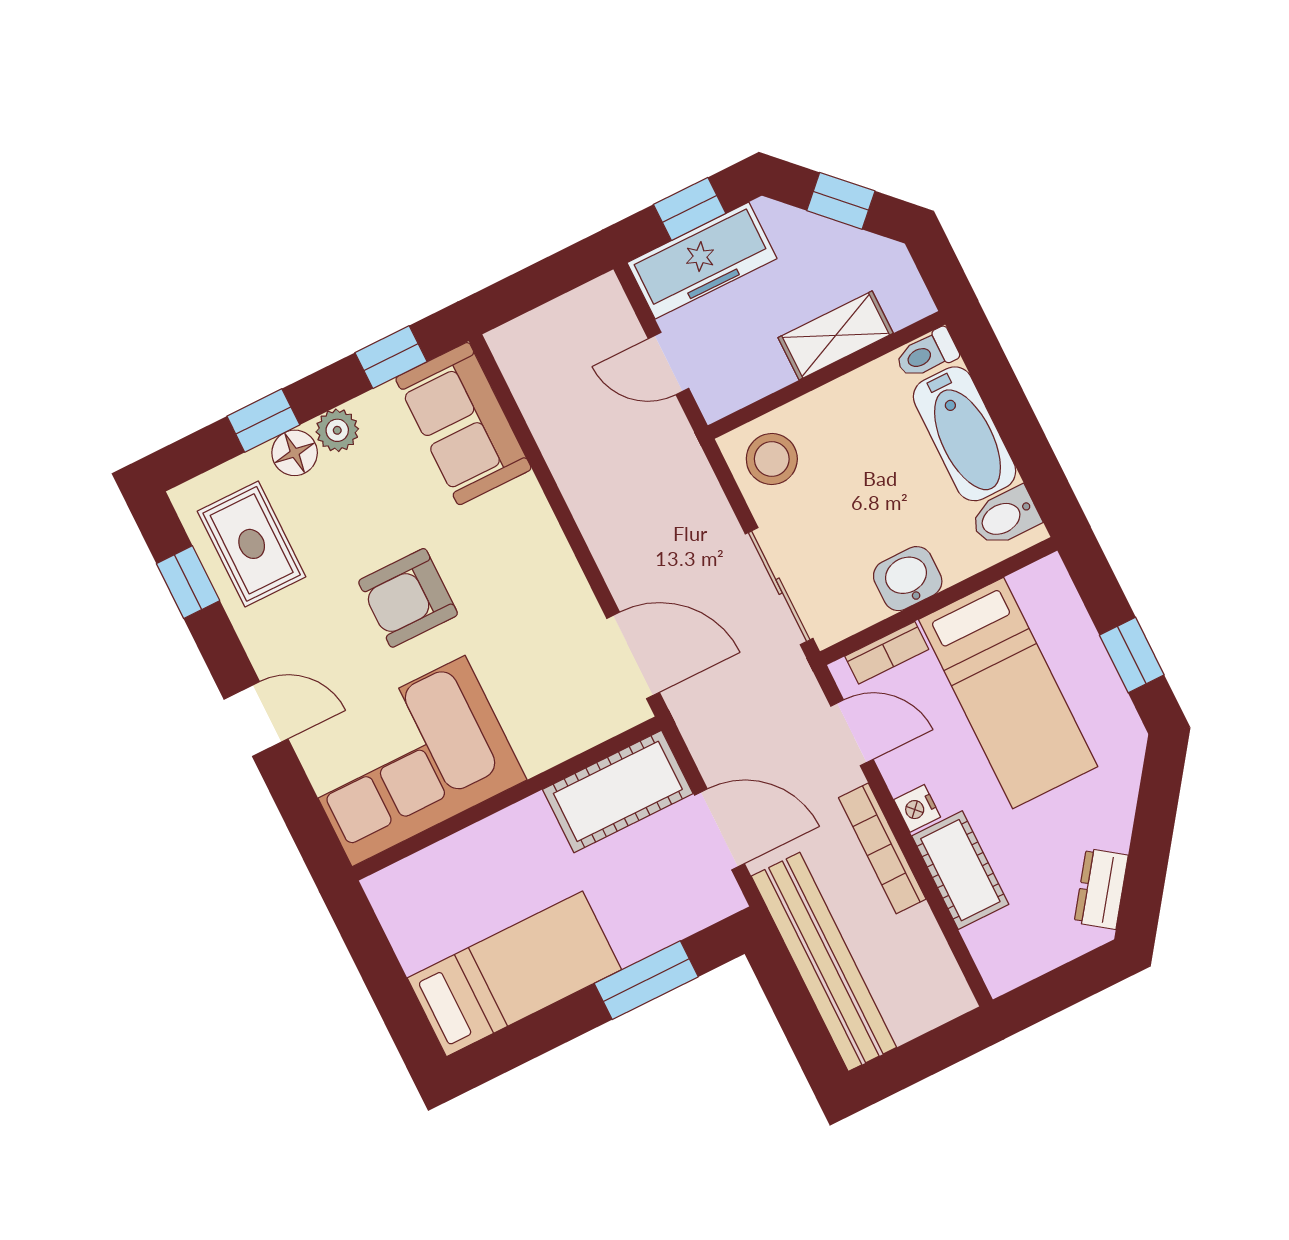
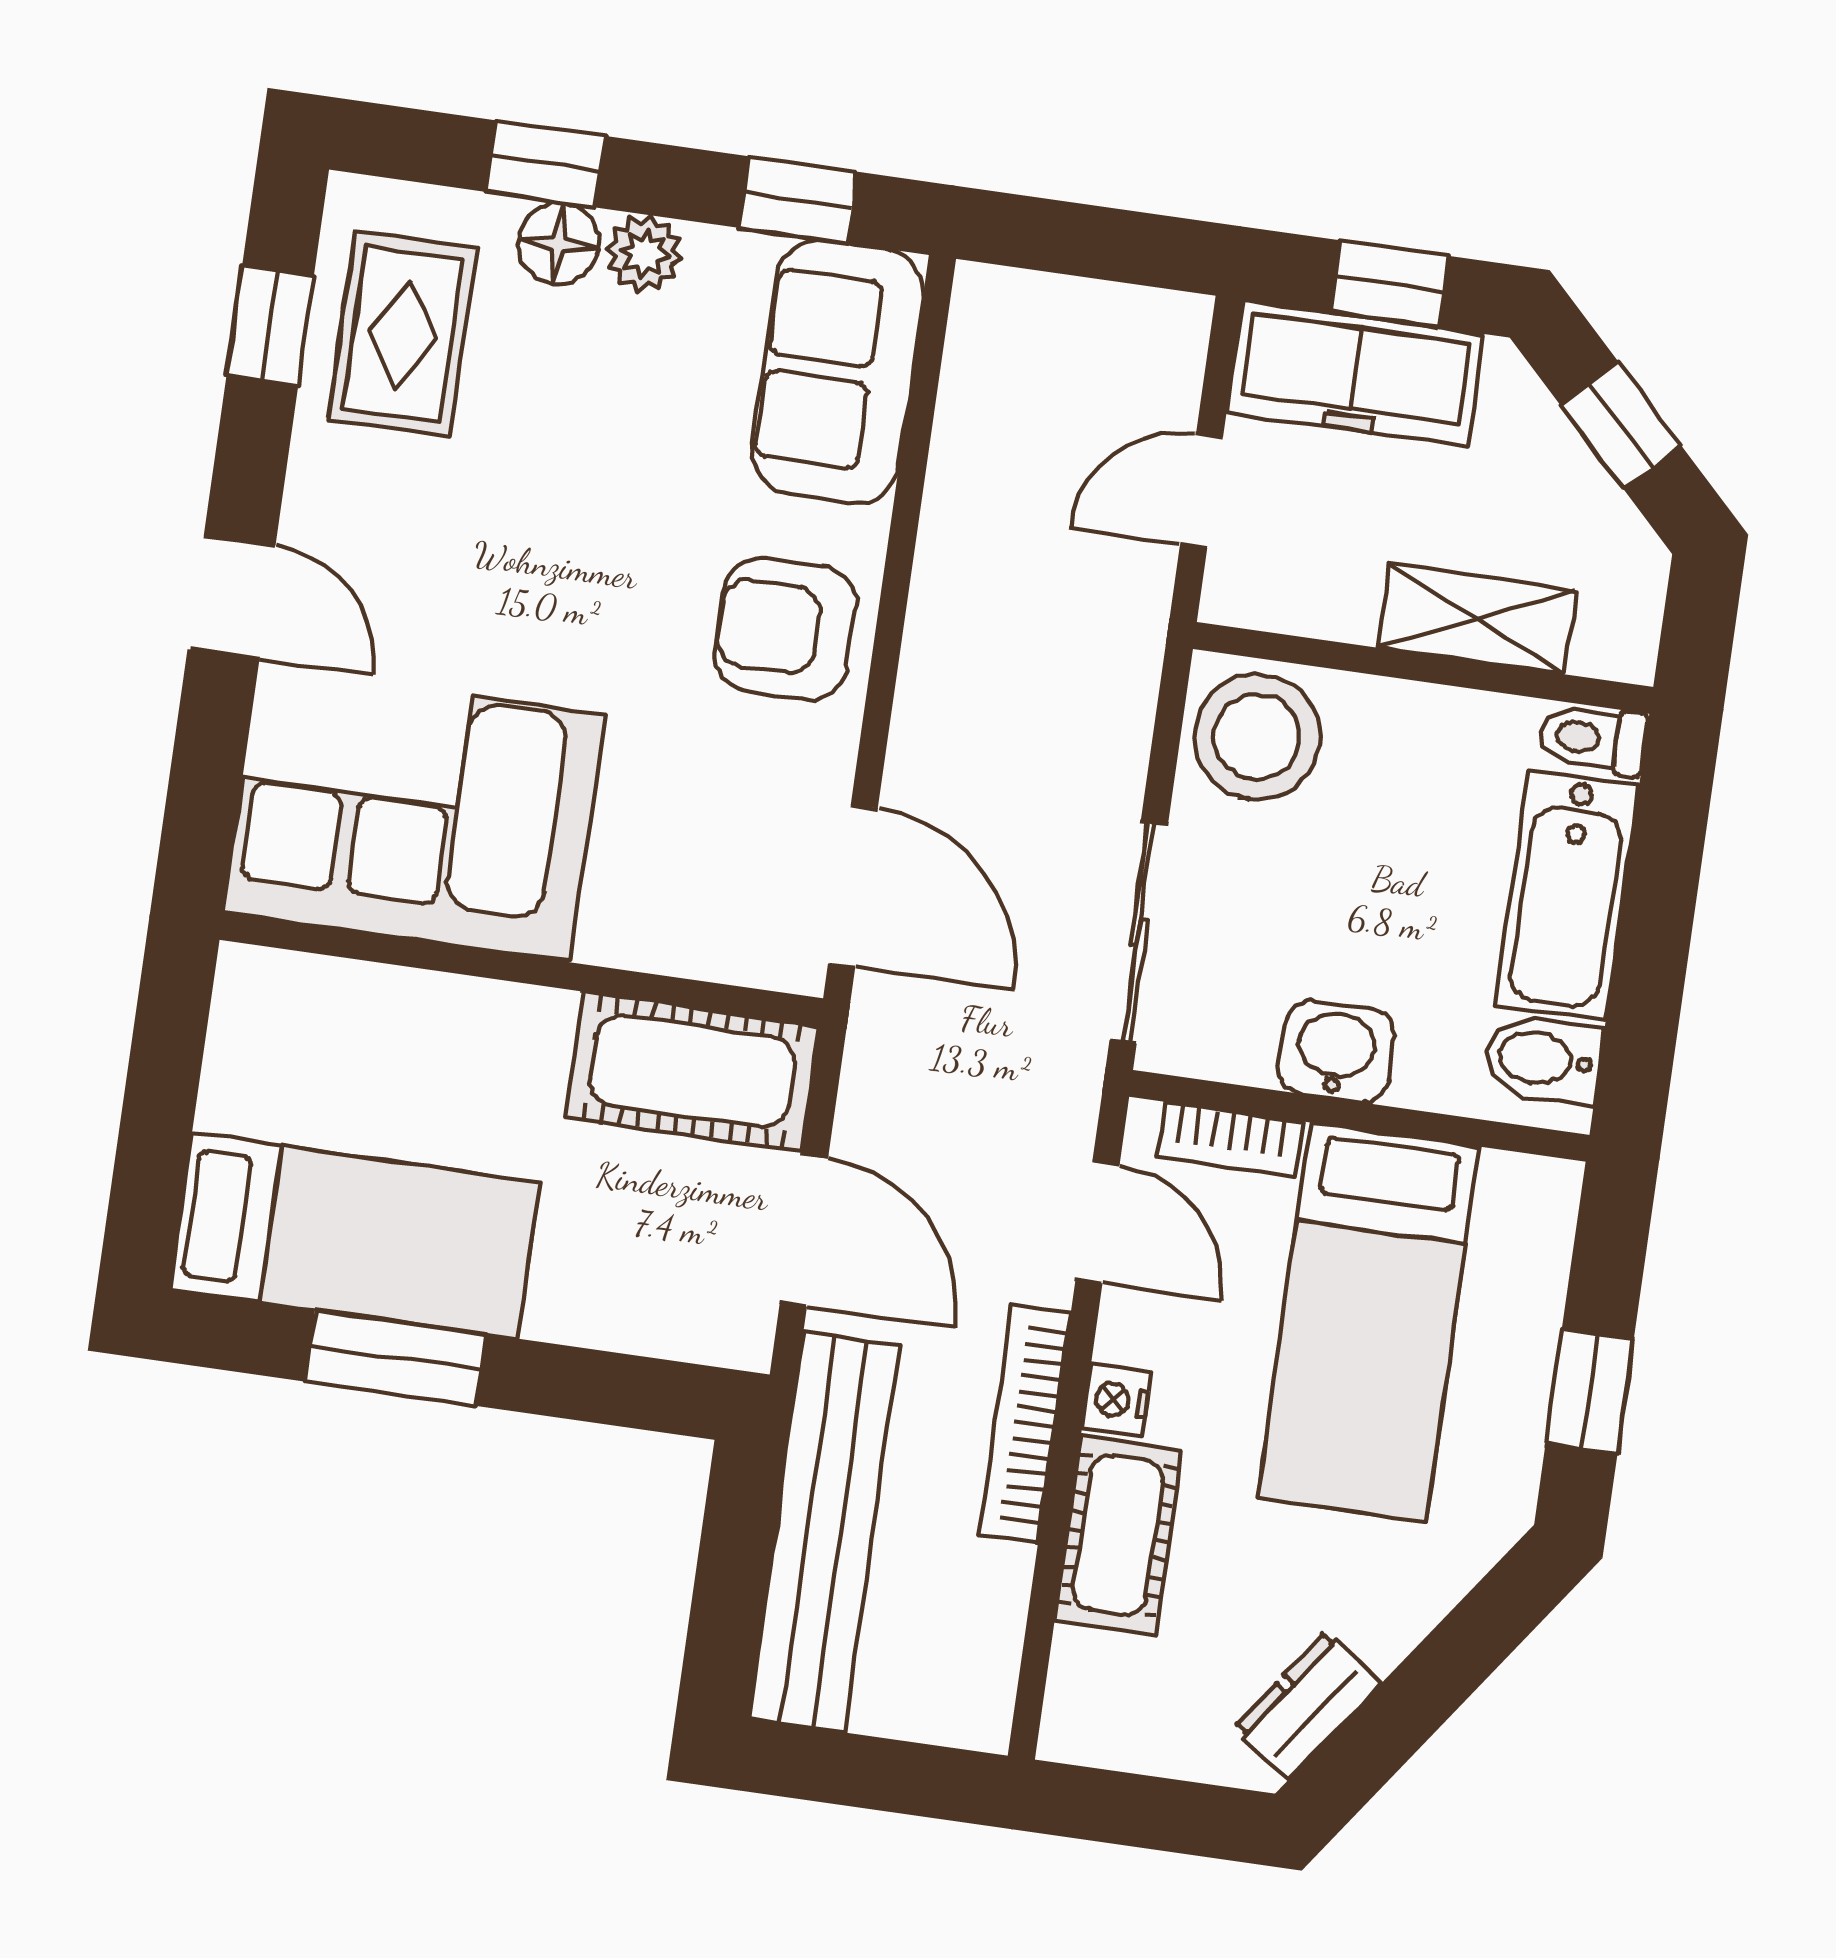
door: (669, 363) -> (1202, 491), hinge flipped
stool: (772, 459) -> (1257, 737), width x1.38, depth x1.38
armchair: (408, 598) -> (785, 629), moved
window: (646, 980) -> (396, 1358), moved

